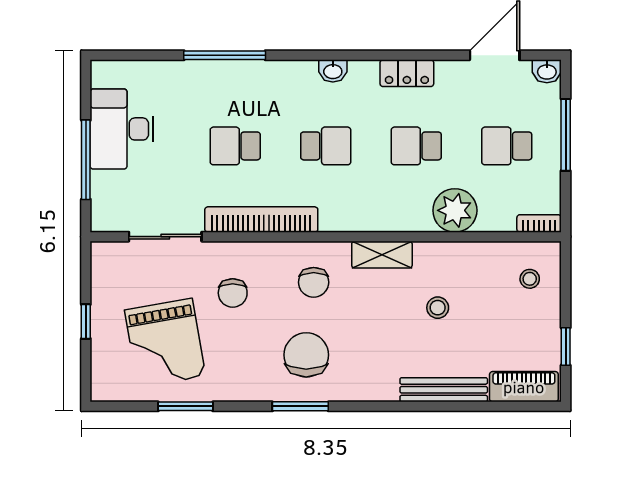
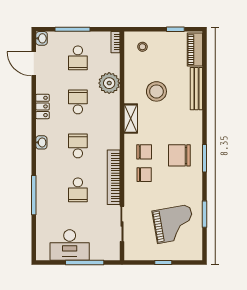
school desk: (416, 146) -> (78, 102), turned 180
chair: (233, 293) -> (144, 175), moved
stool: (438, 308) -> (156, 91), width x1.89, depth x1.89

